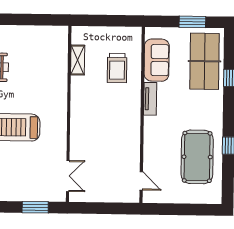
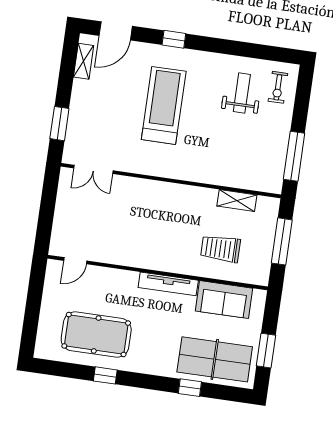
window: (37, 20) -> (294, 156), added
window: (105, 21) -> (282, 241), added
tv unit: (150, 99) -> (168, 284), width x1.41

